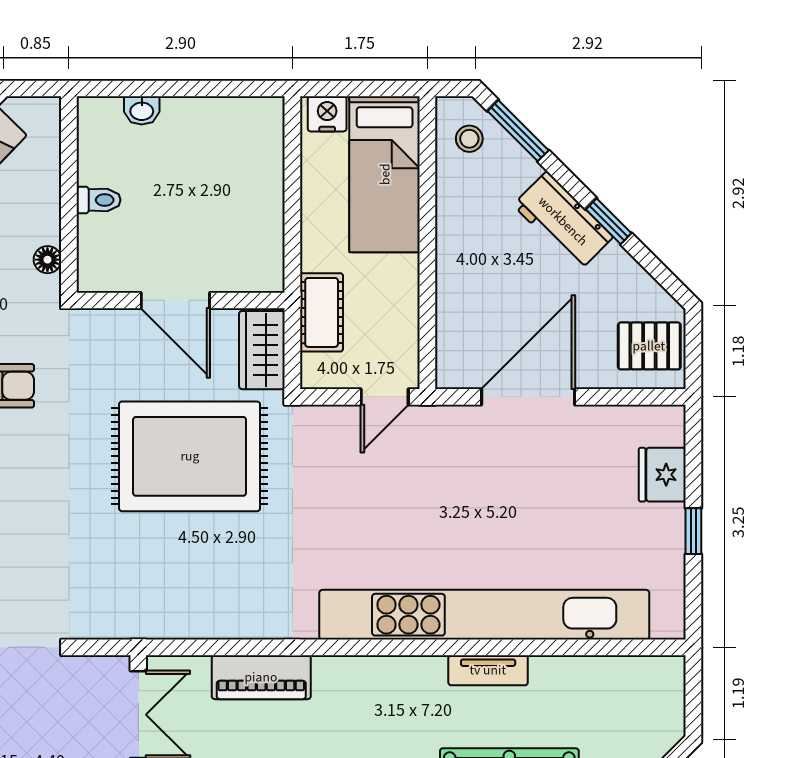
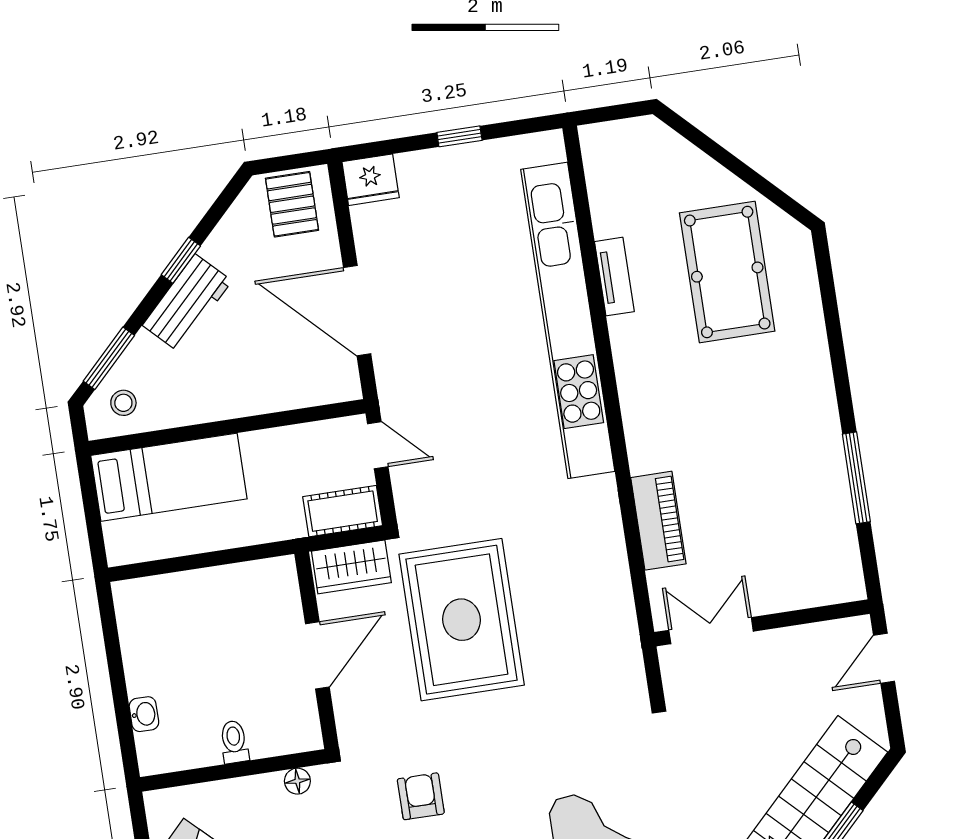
nightstand: (327, 114) -> (121, 540), removed
cot: (322, 312) -> (343, 511), moved
fridge: (662, 475) -> (371, 180), moved
tv unit: (488, 670) -> (614, 277), moved

